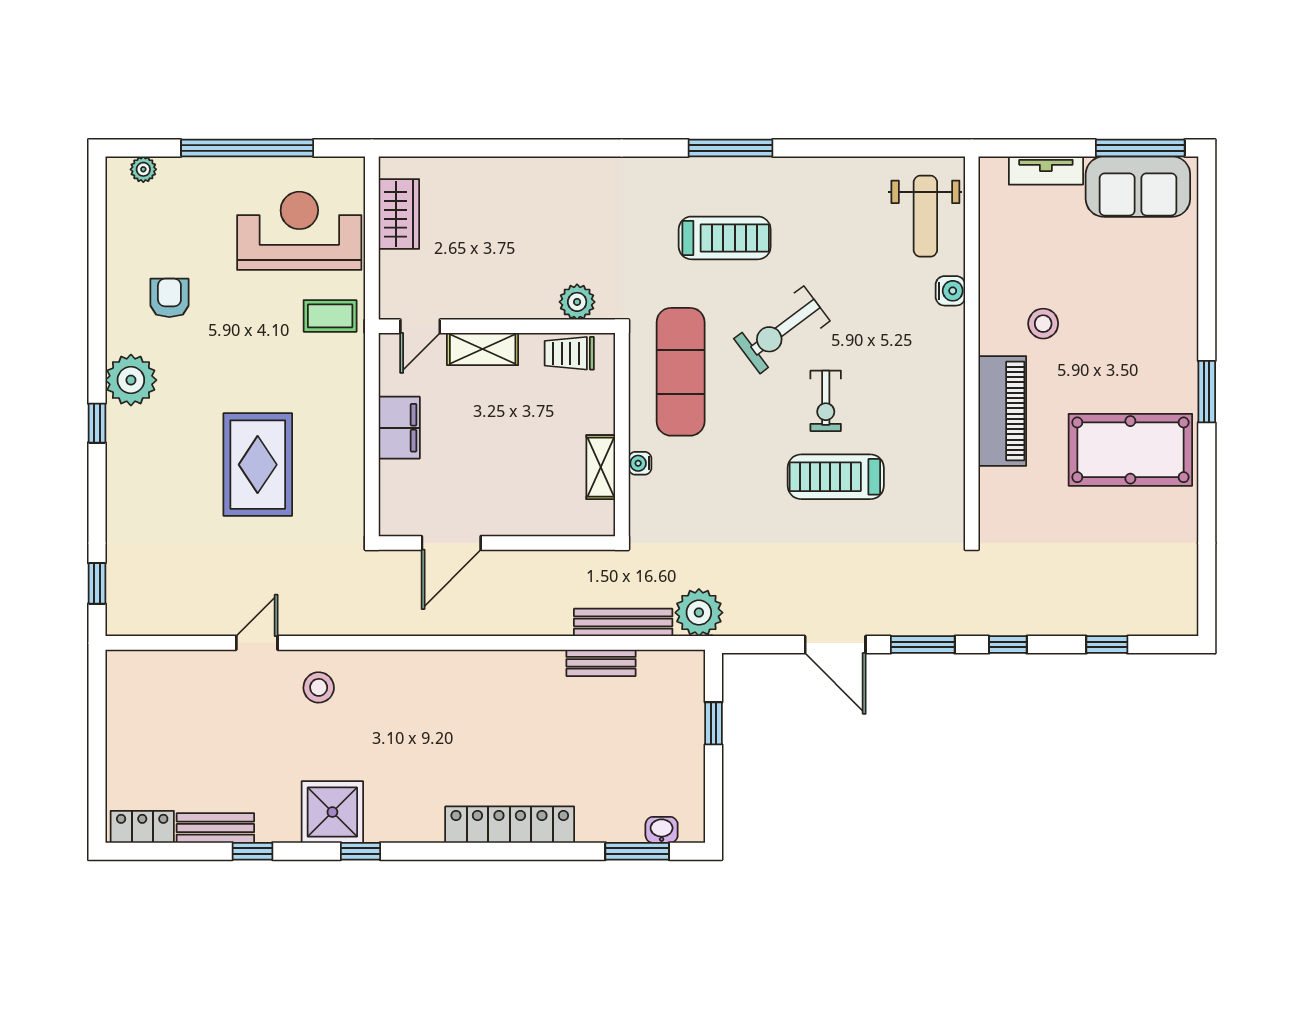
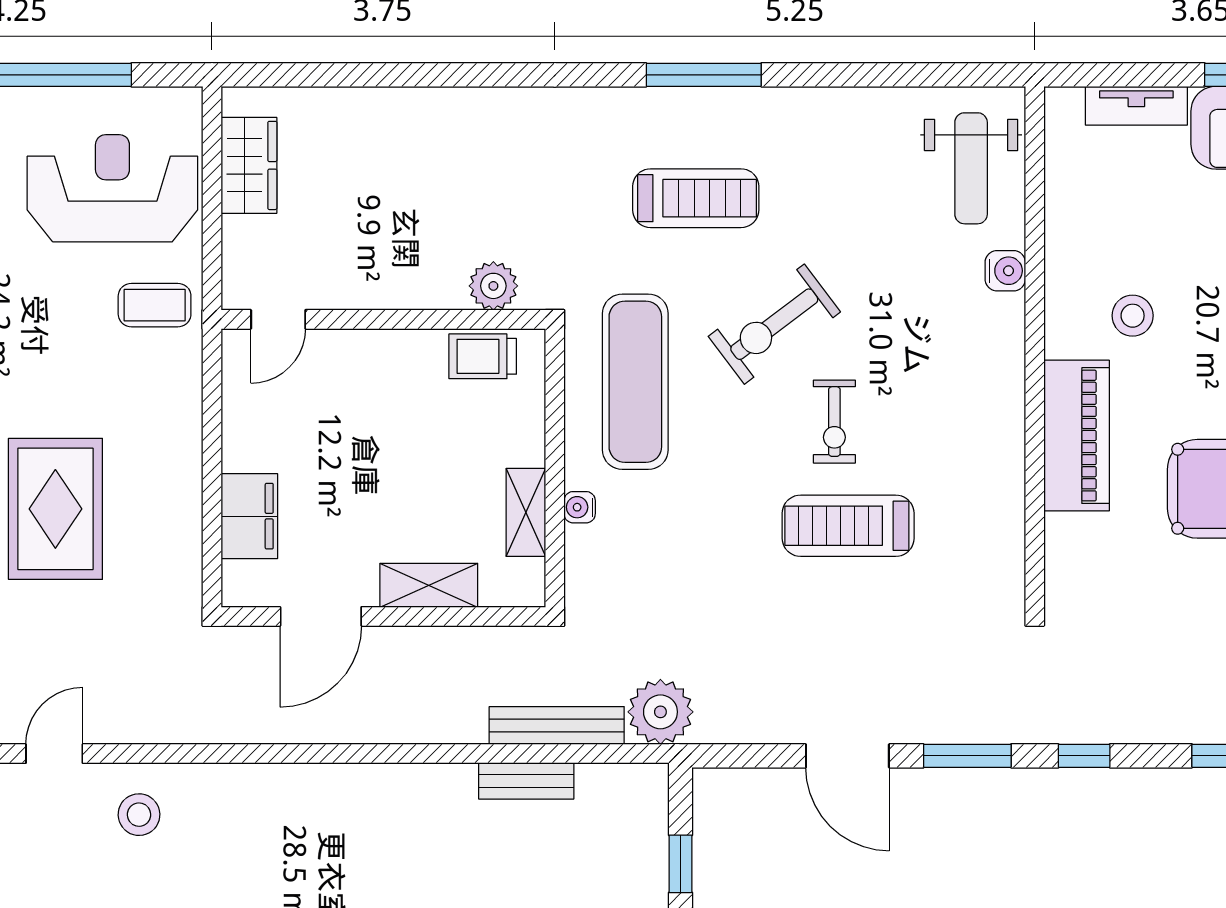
shelving: (483, 349) -> (429, 585), moved
filing cabinet: (399, 428) -> (249, 516), moved

